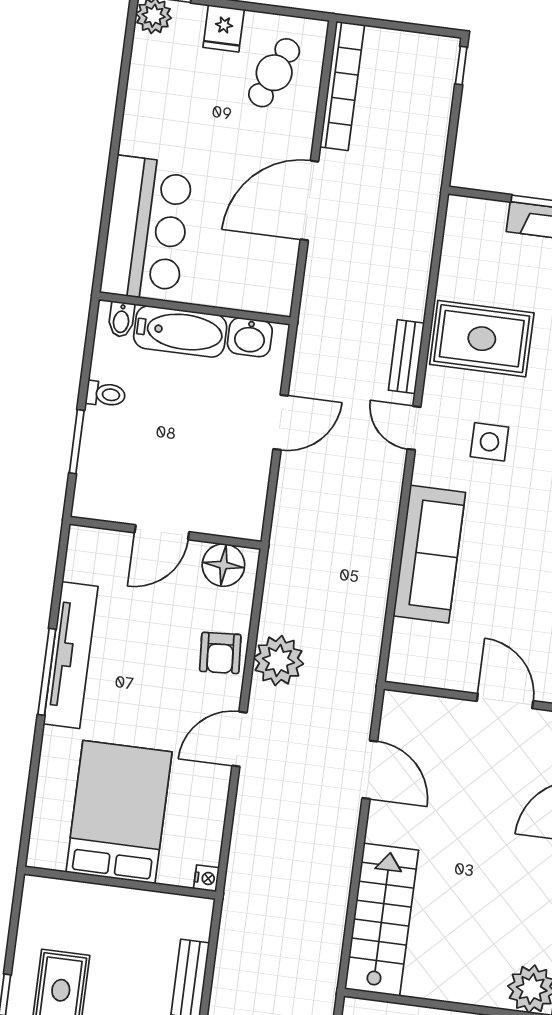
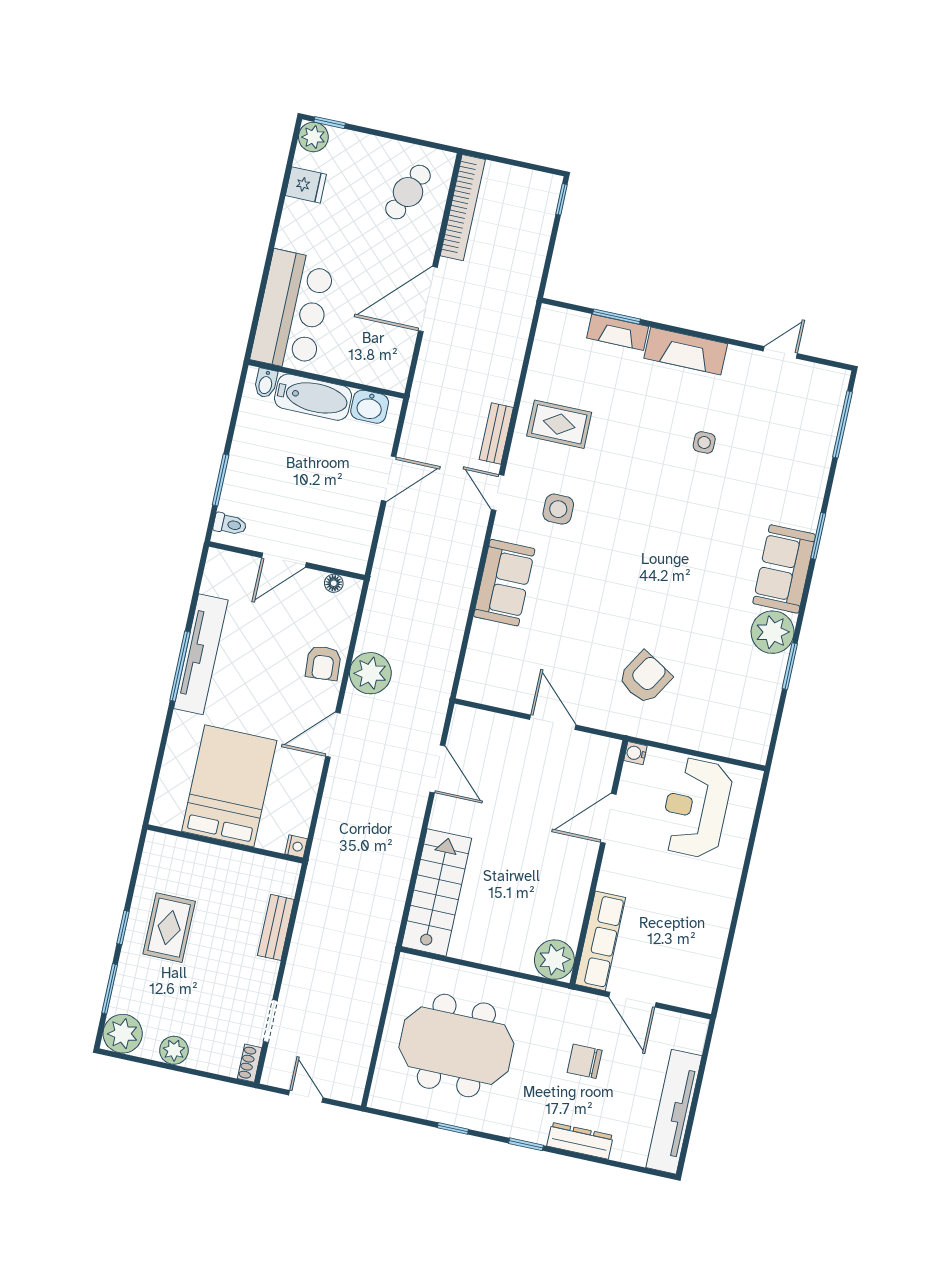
fridge: (224, 28) -> (306, 185), moved, turned -90
rug: (482, 339) -> (559, 424), width x0.73, depth x0.70
toilet: (106, 394) -> (230, 524), moved
sofa: (429, 554) -> (504, 583), width x0.73
floor lamp: (223, 565) -> (334, 583), width x0.53, depth x0.53

